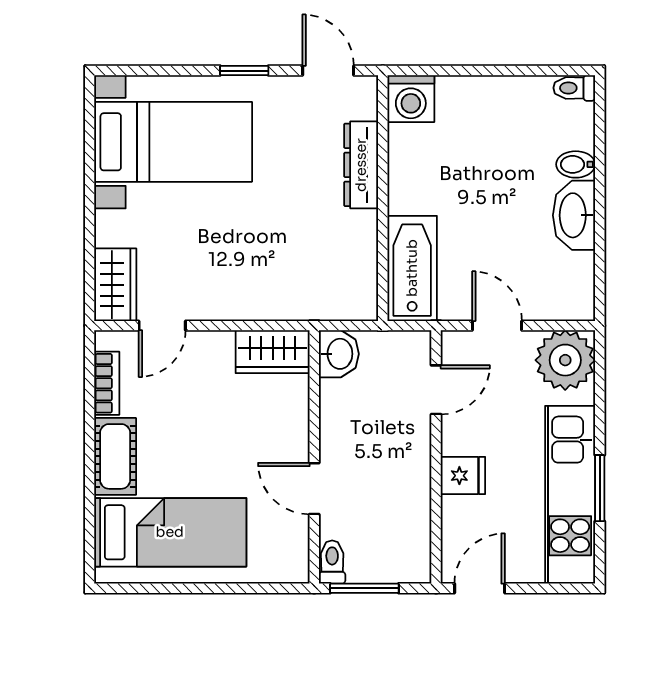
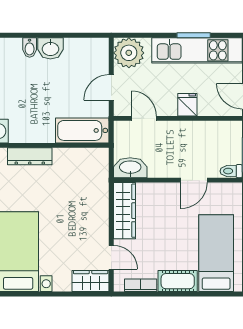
washbasin: (574, 215) -> (50, 48), width x0.72
wardrobe: (273, 352) -> (125, 211), width x1.50
washbasin: (339, 354) -> (130, 168), width x1.38

